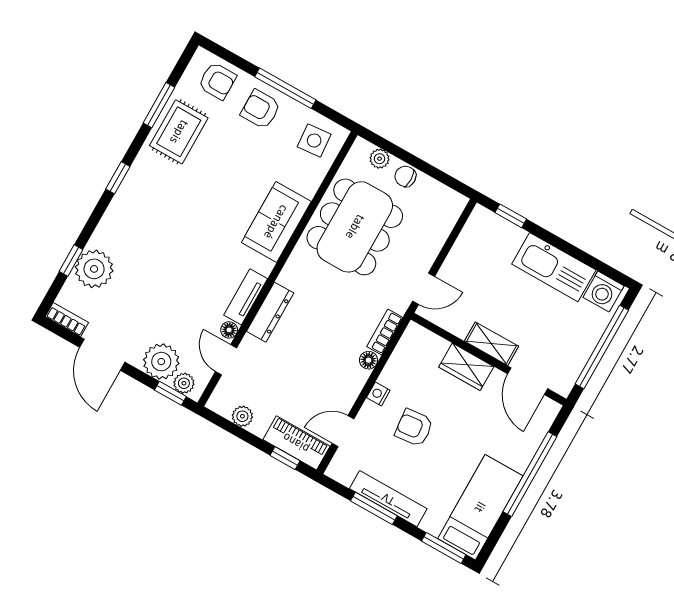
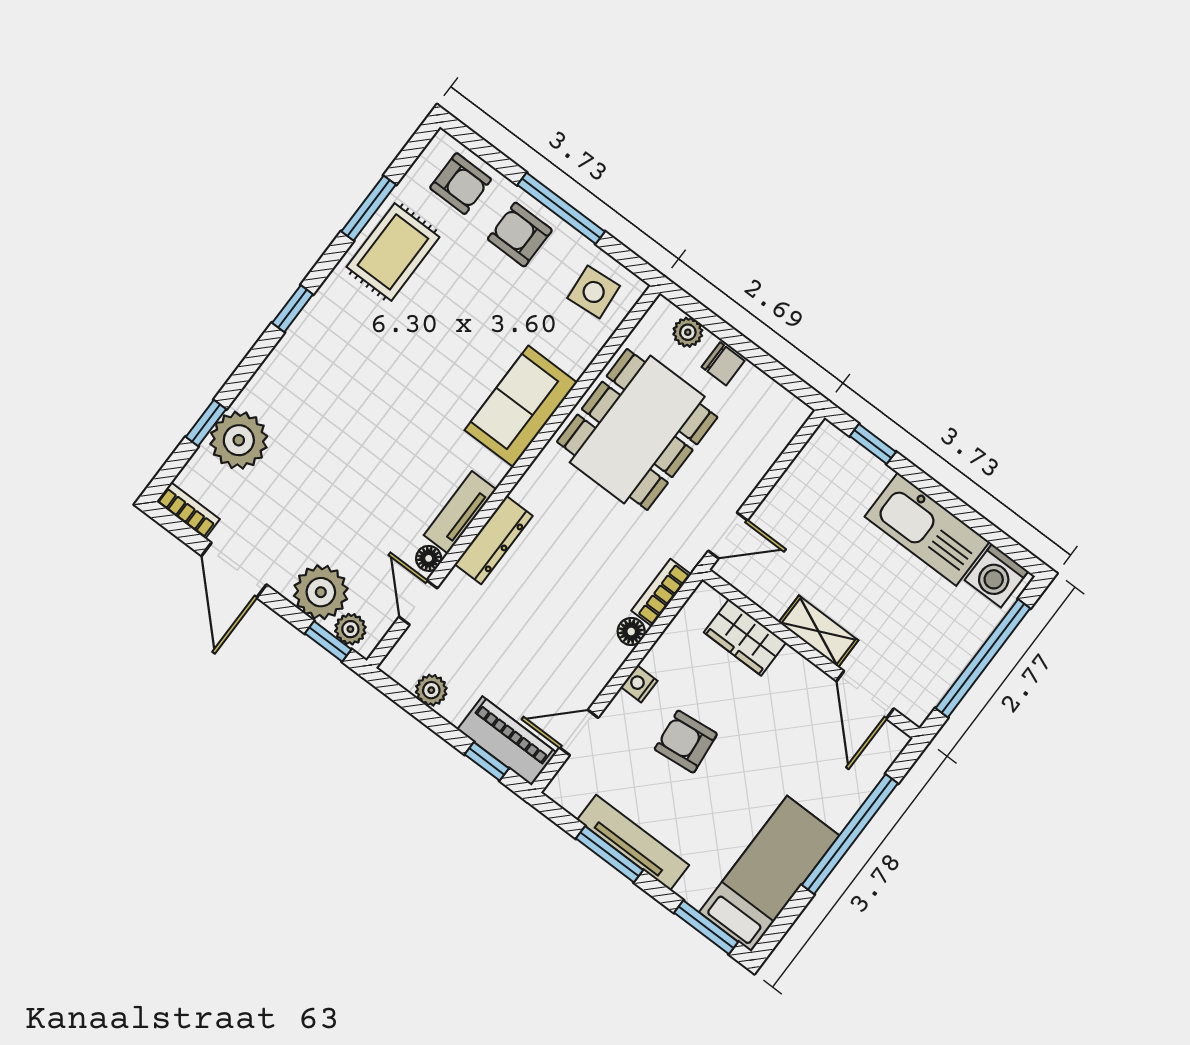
chair: (405, 176) -> (723, 364), turned 180
wardrobe: (466, 367) -> (745, 637), moved

